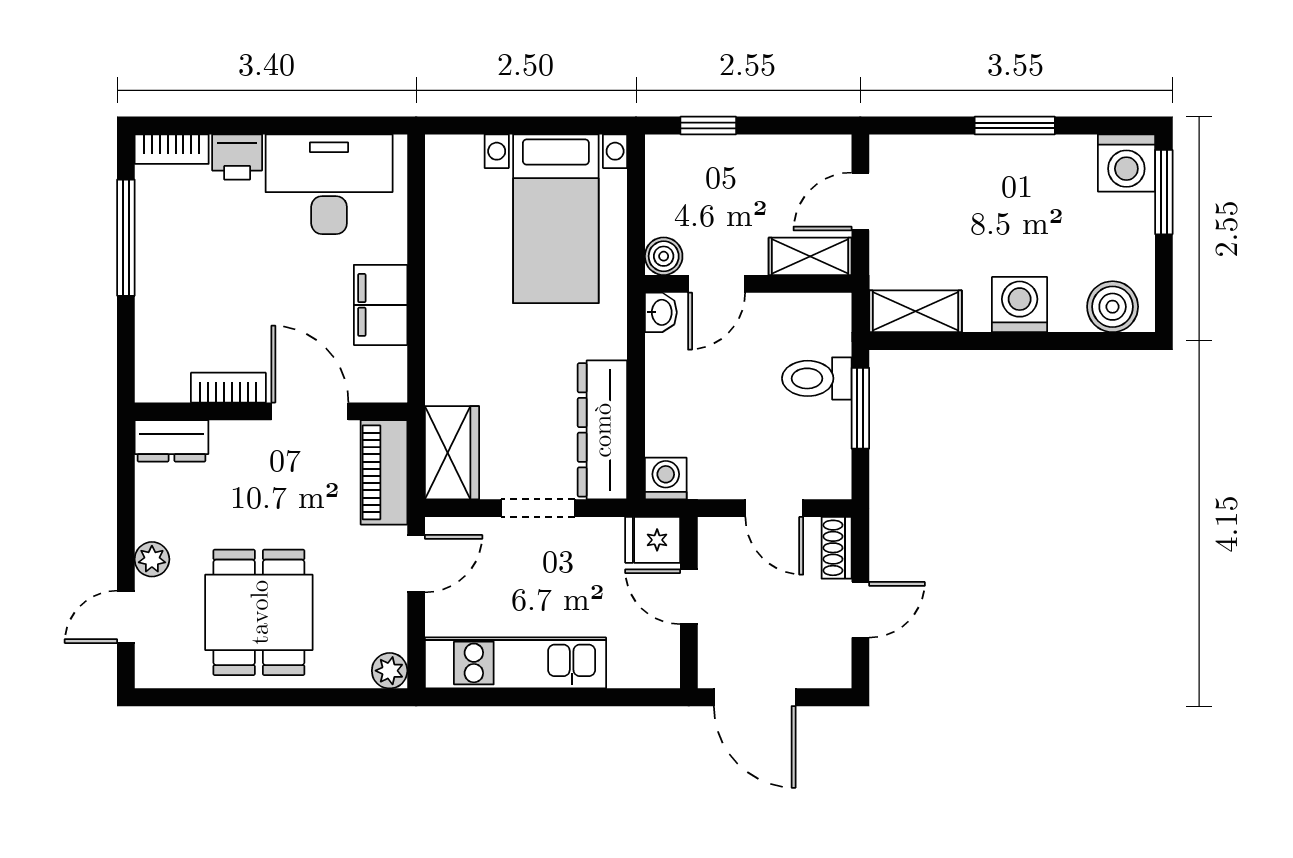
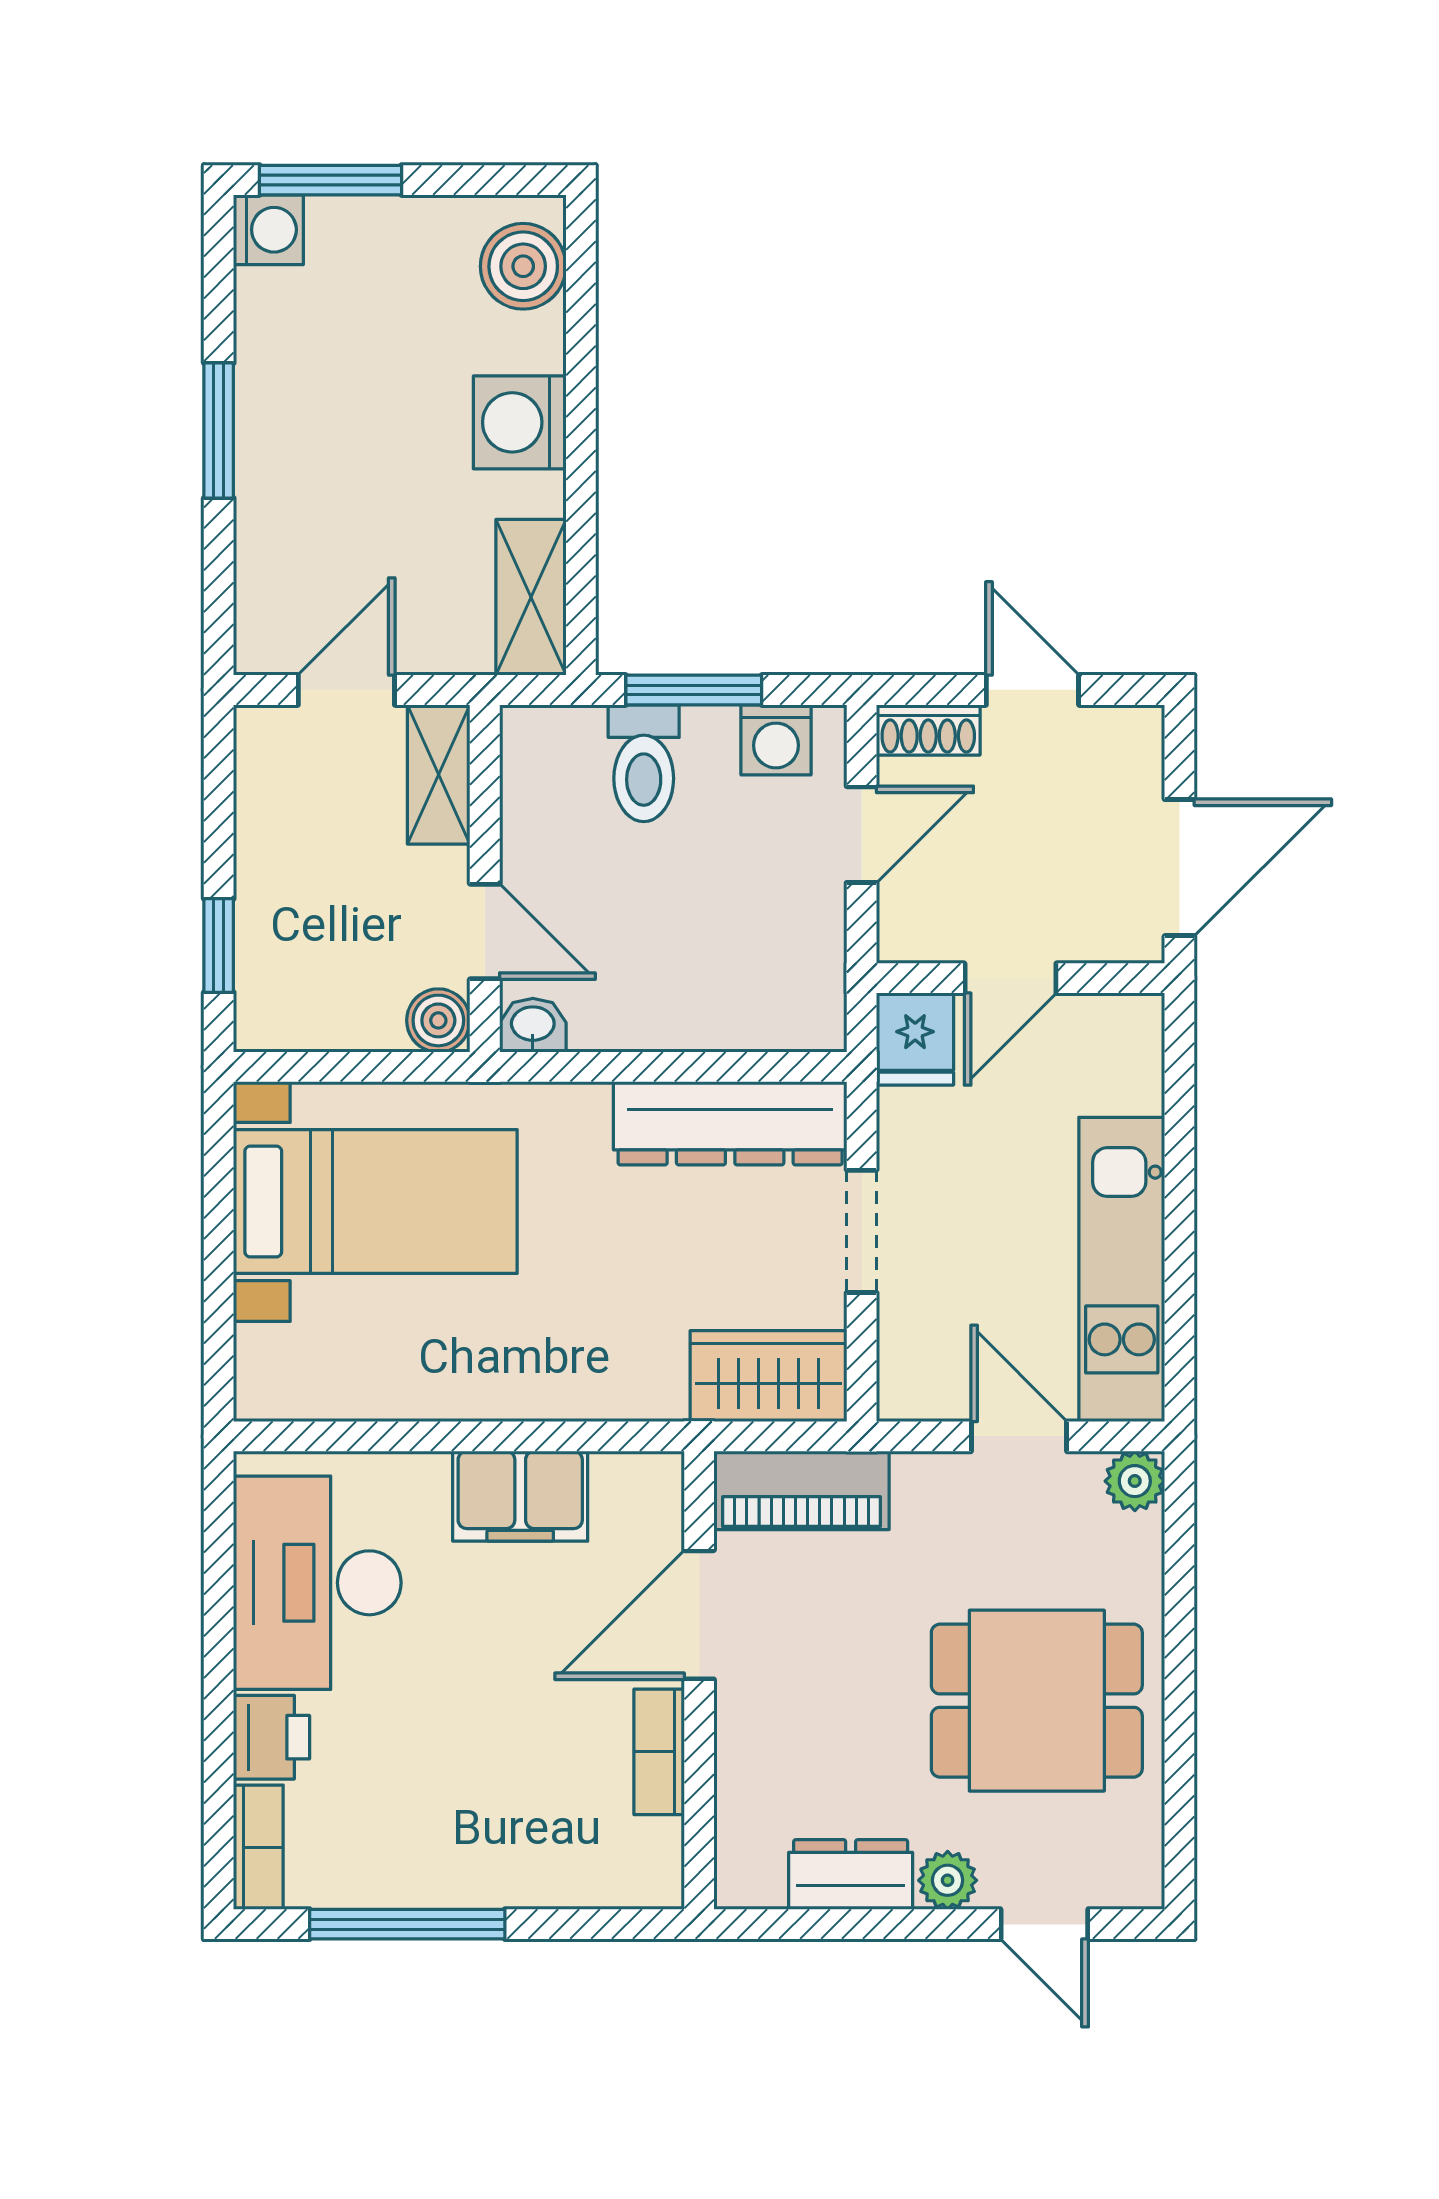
washing machine: (1126, 163) -> (268, 230), width x0.73, depth x0.73
door: (860, 202) -> (346, 690), swing flipped
dresser: (171, 441) -> (851, 1875), moved, turned -90
washing machine: (666, 478) -> (776, 740), moved, turned -90
door: (416, 564) -> (1019, 1436), moved

